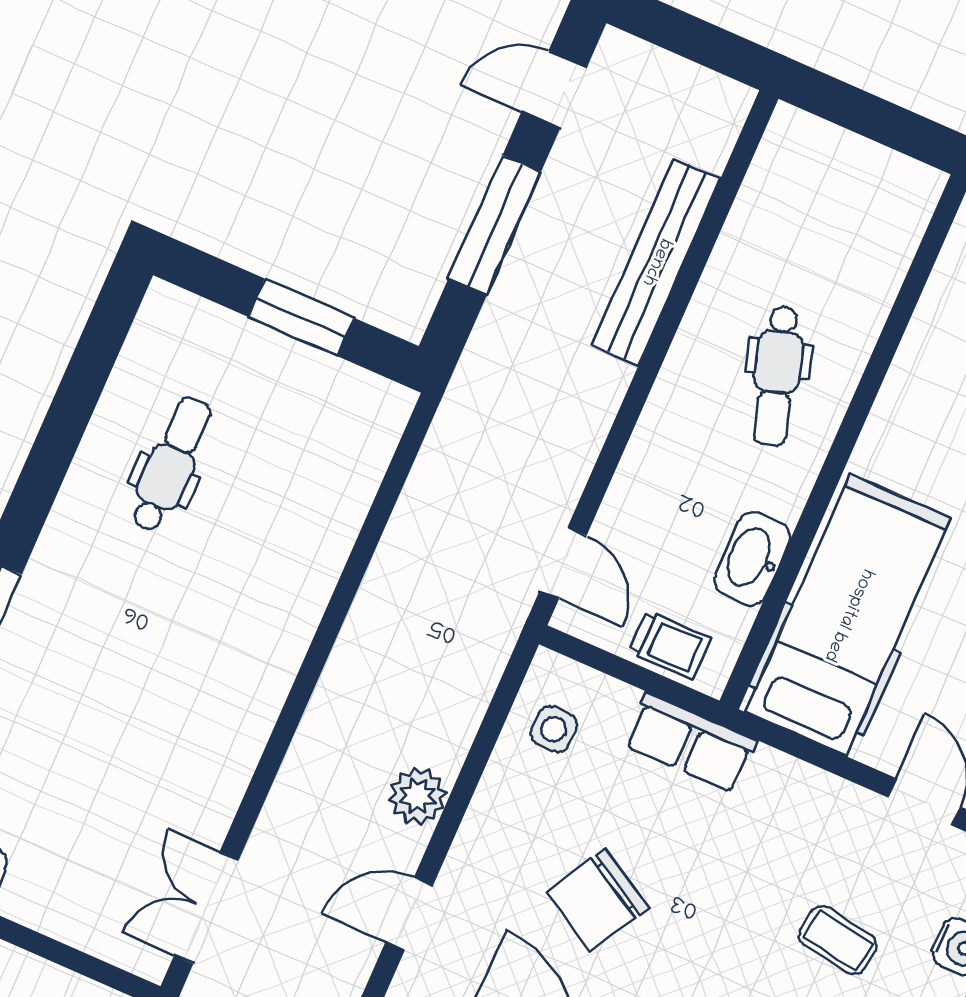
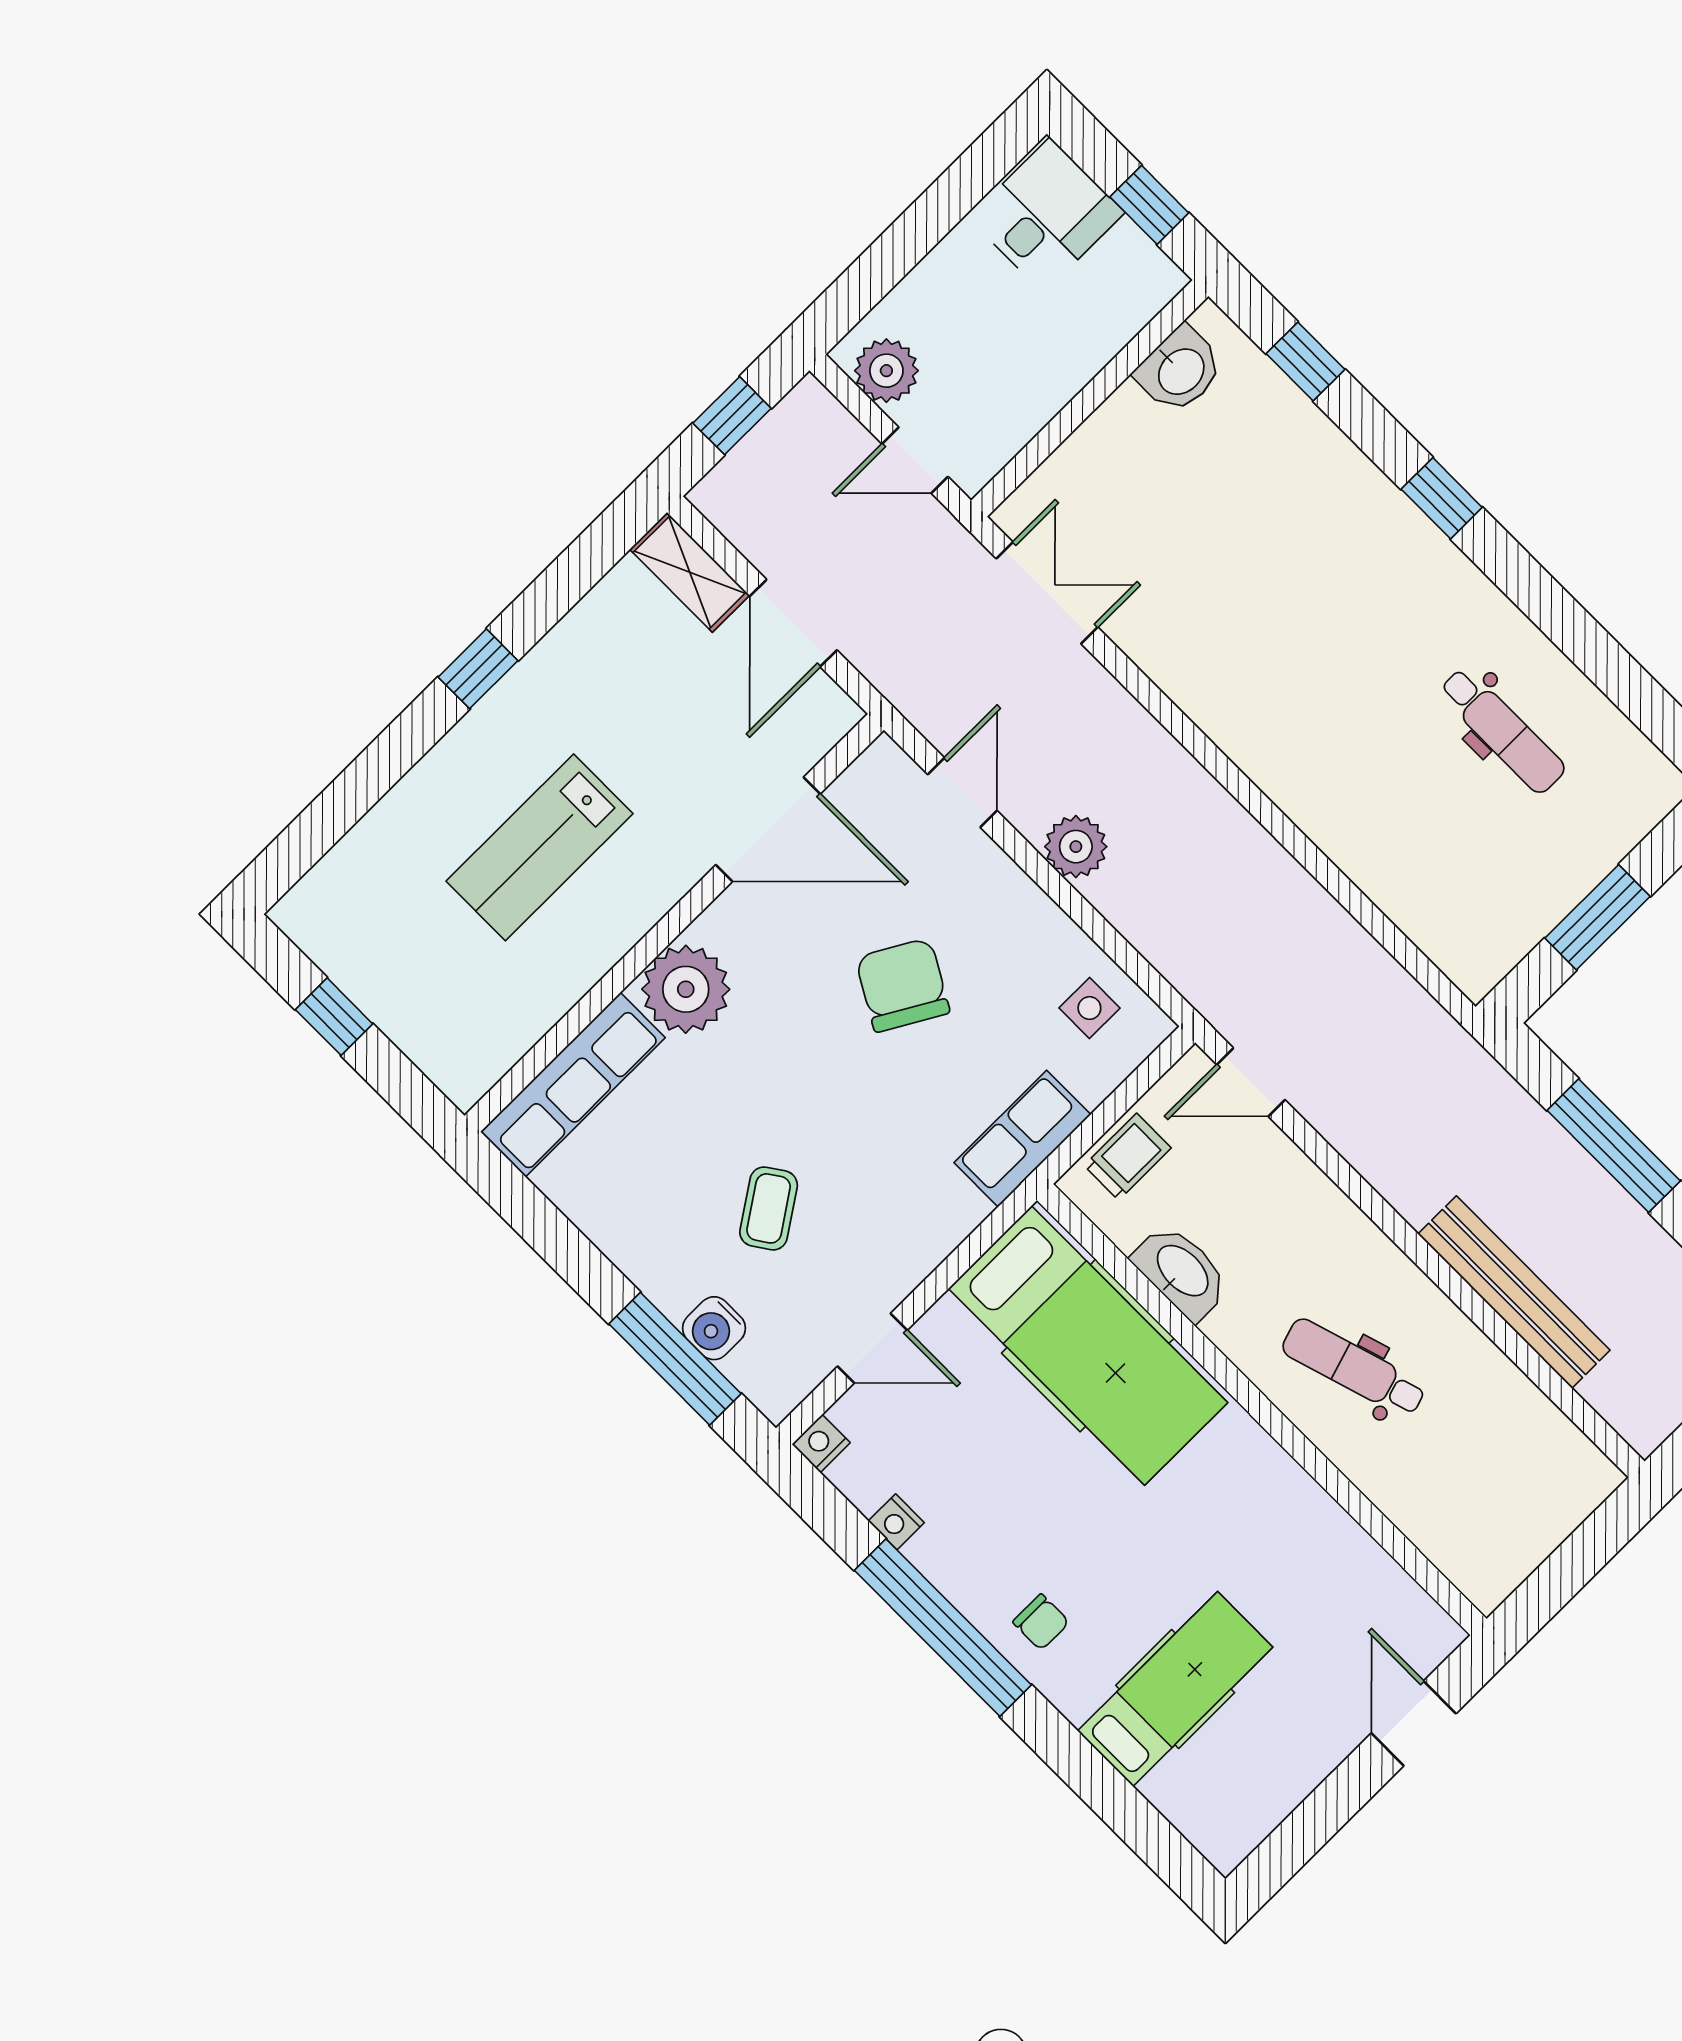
trolley: (670, 645) -> (1128, 1157), turned 180
coffee table: (838, 940) -> (769, 1208), turned -43

